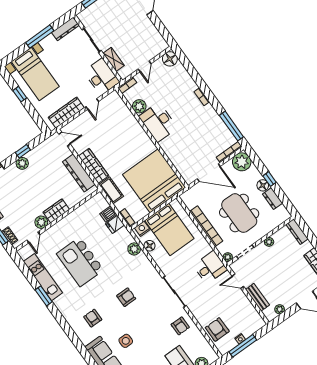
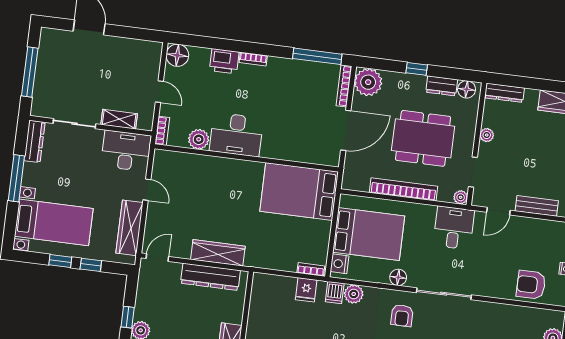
printer: (188, 84) -> (224, 61), added
window: (31, 110) -> (91, 265), added
bed: (154, 181) -> (299, 192), width x0.73
floor lamp: (263, 185) -> (467, 89), moved
cot: (111, 190) -> (264, 259), removed
dishwasher: (108, 214) -> (335, 293), moved
floor lamp: (149, 246) -> (398, 277), moved
armchair: (180, 326) -> (402, 316), moved, turned 90

